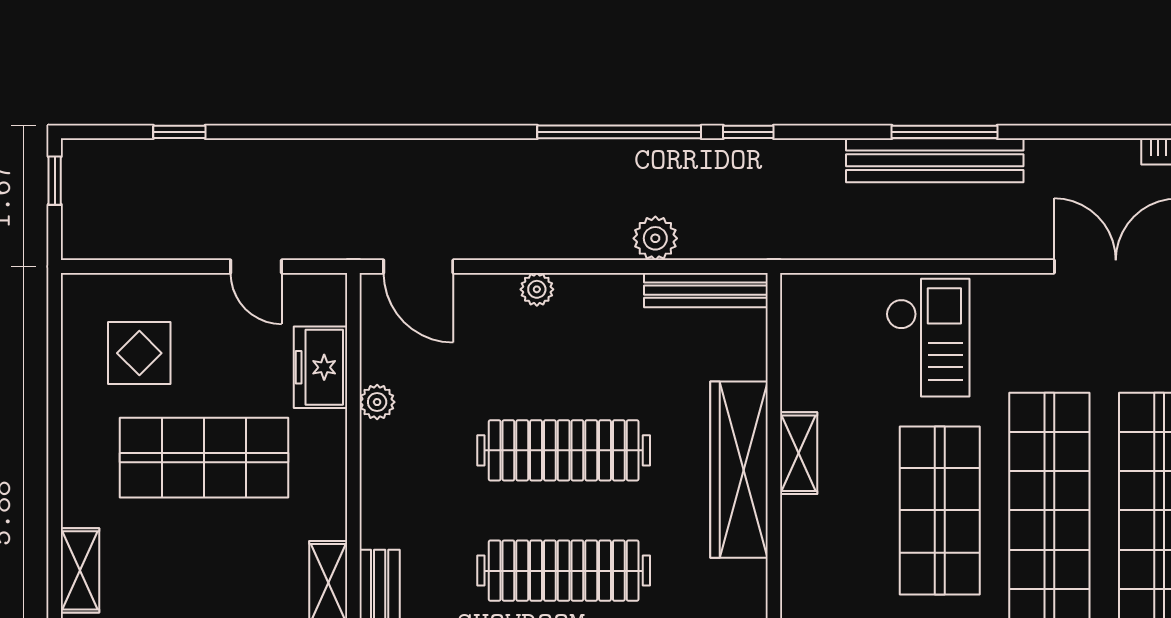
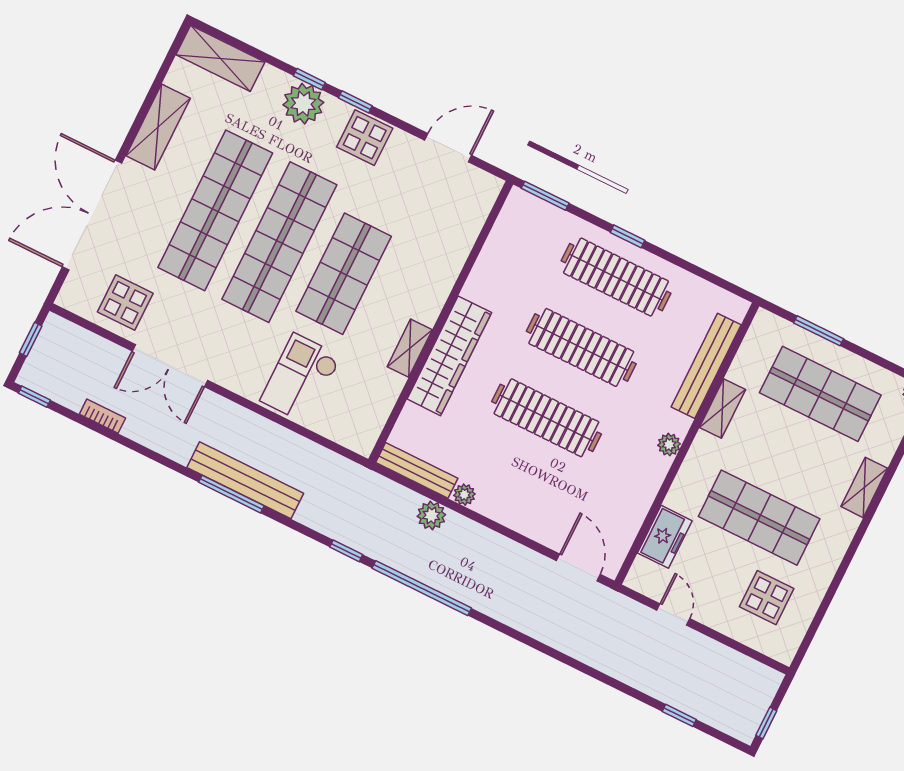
plant: (537, 289) -> (464, 495), moved
plant: (377, 402) -> (669, 445), moved

